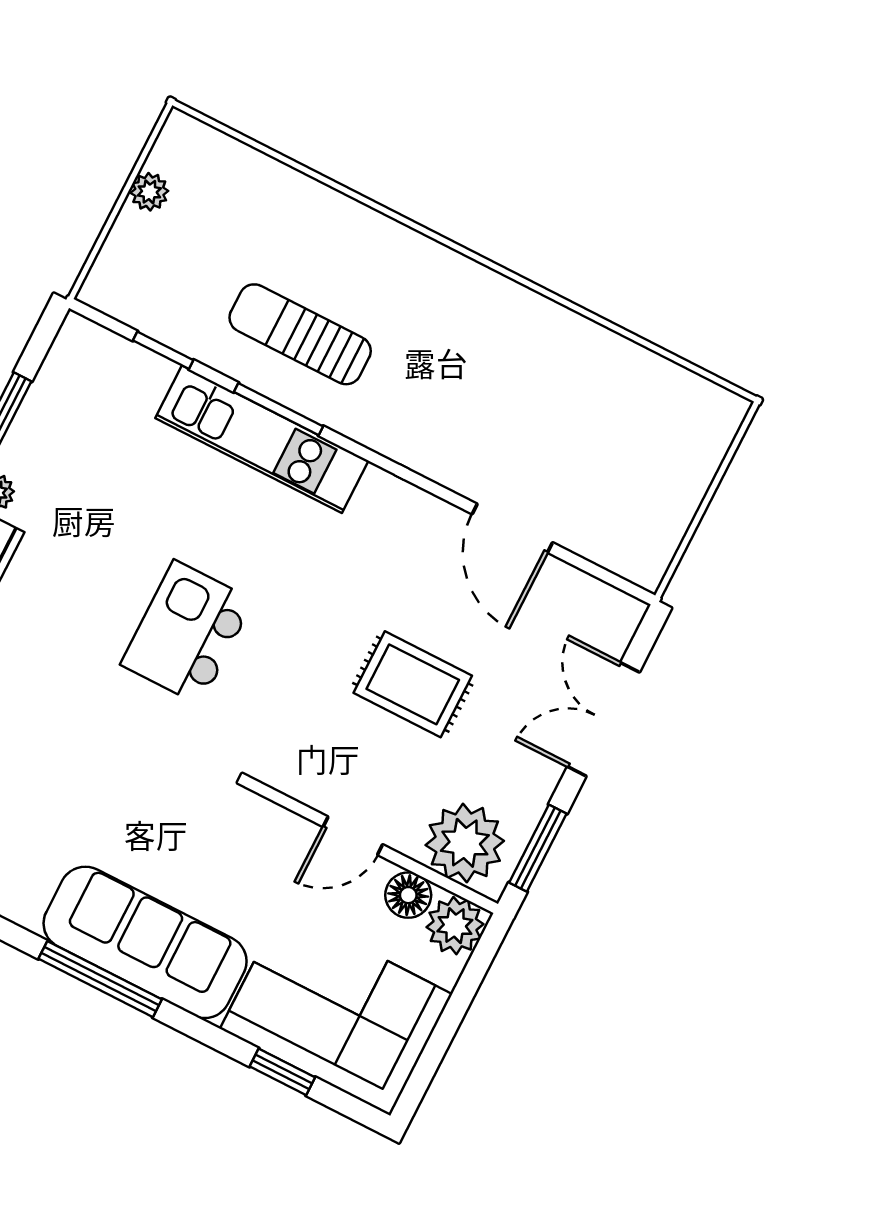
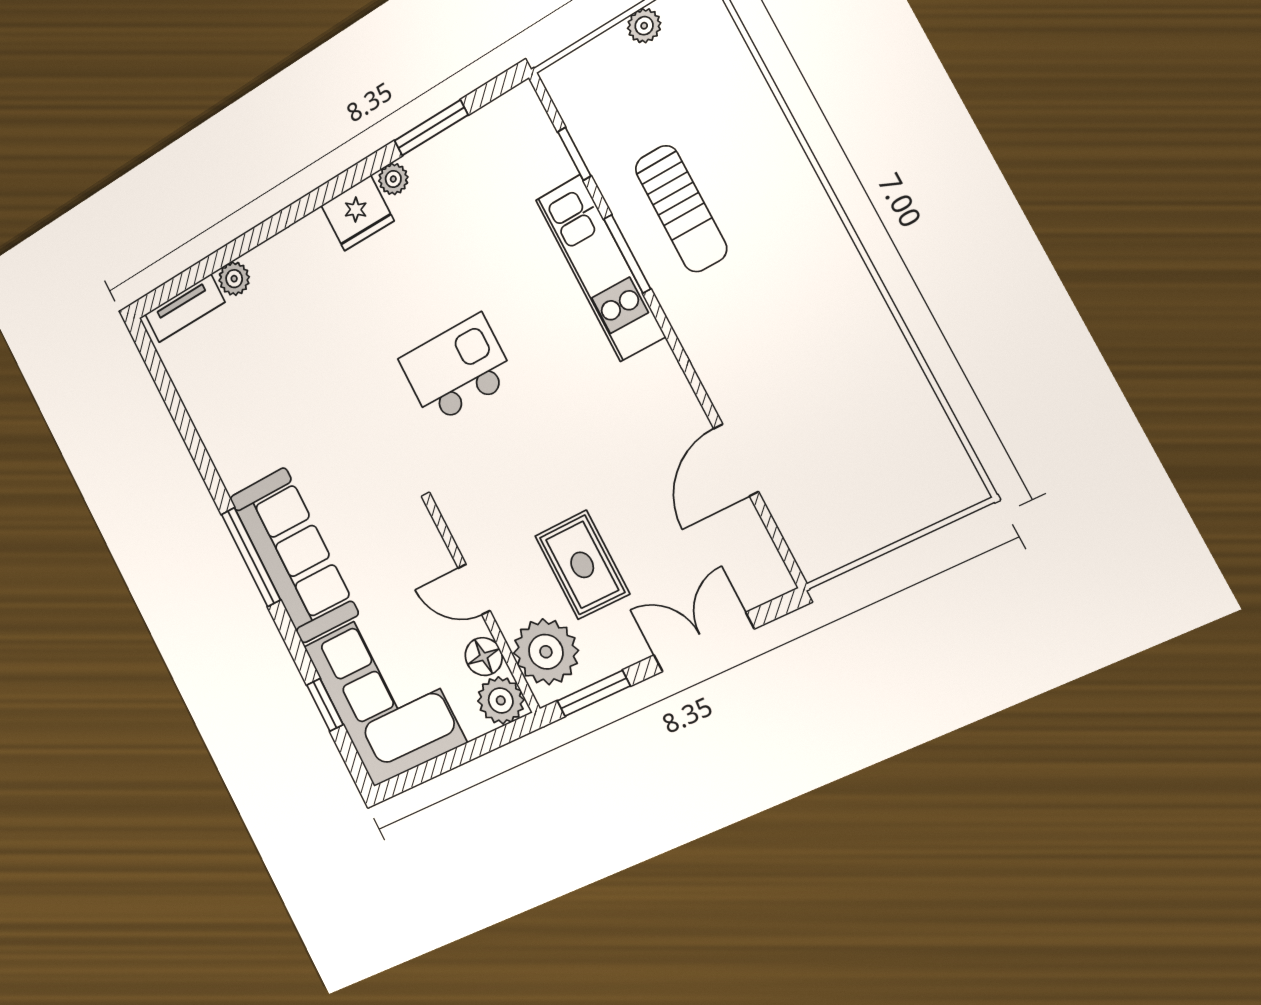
sun lounger: (300, 334) -> (681, 209), turned 180
rug: (413, 684) -> (582, 565), moved

